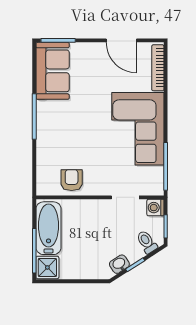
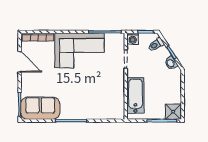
door: (121, 40) -> (20, 62), hinge flipped
armchair: (72, 180) -> (114, 95), removed
bathtub: (49, 228) -> (135, 96), moved, turned 90

